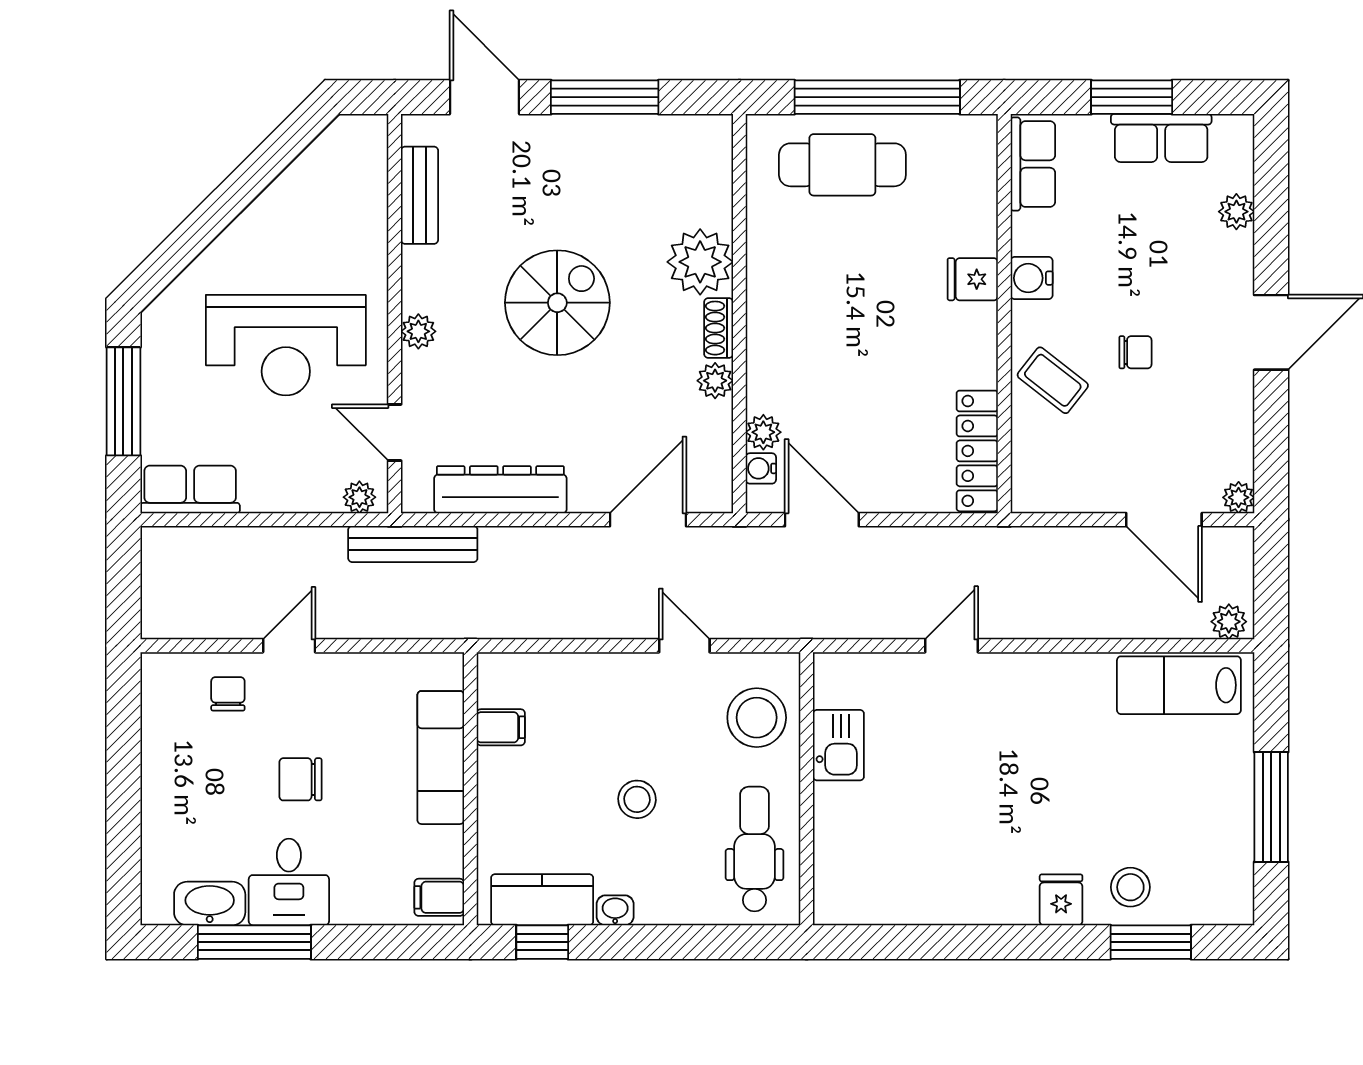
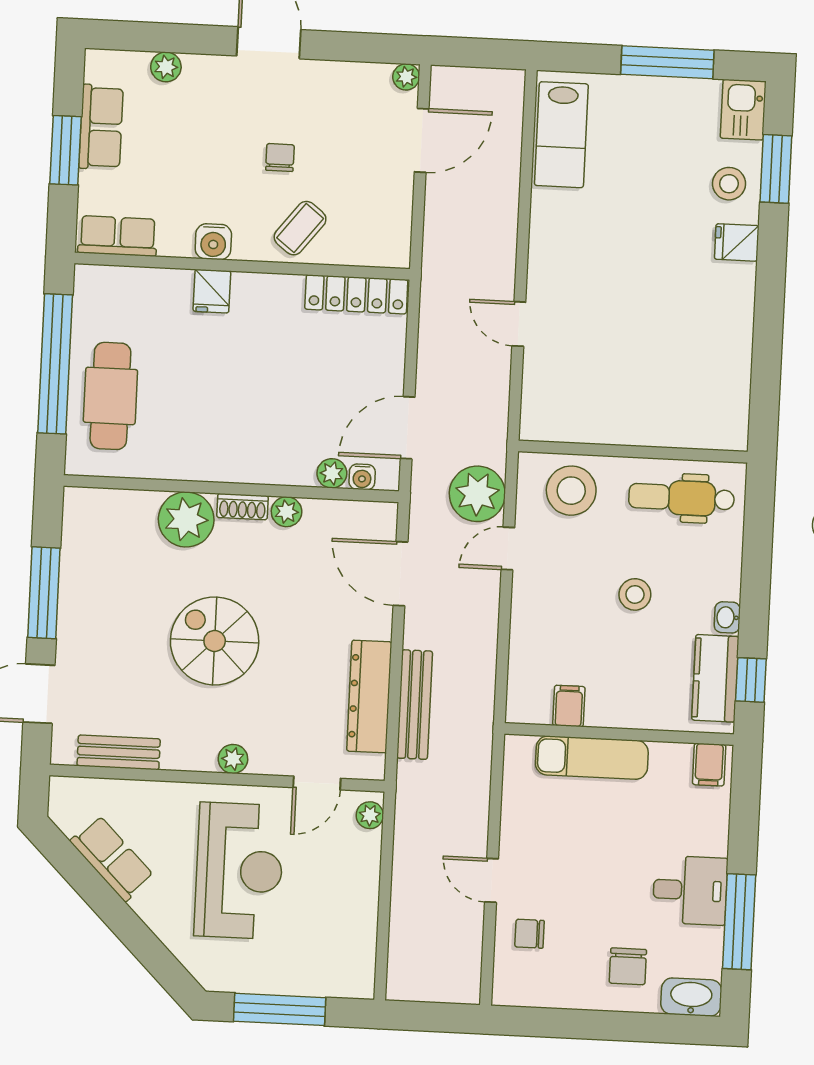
row of seats: (190, 489) -> (112, 858), moved, turned 135
bench: (413, 544) -> (415, 705), moved
plant: (1229, 622) -> (477, 494), moved, width x1.87, depth x1.87
kitchen sink: (838, 745) -> (743, 110), moved, turned -90
chair: (301, 779) -> (628, 966), moved
washbasin: (210, 903) -> (691, 997), moved, turned 90

